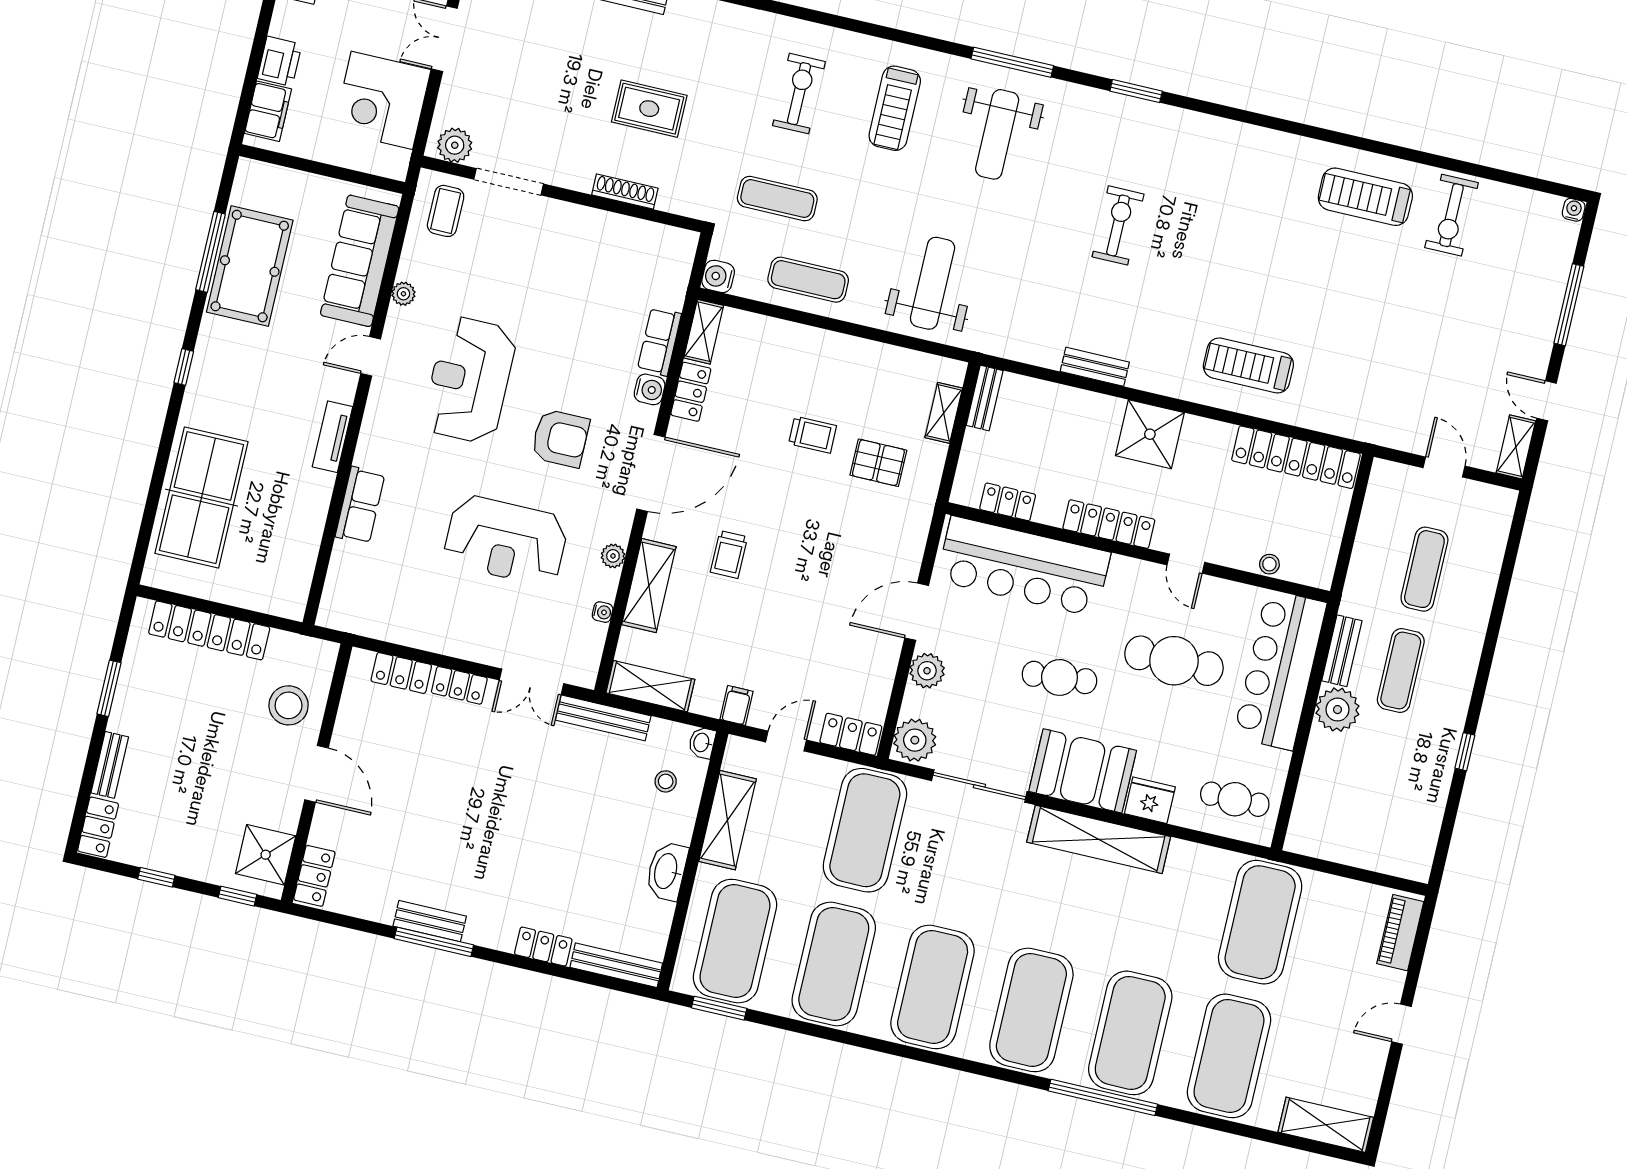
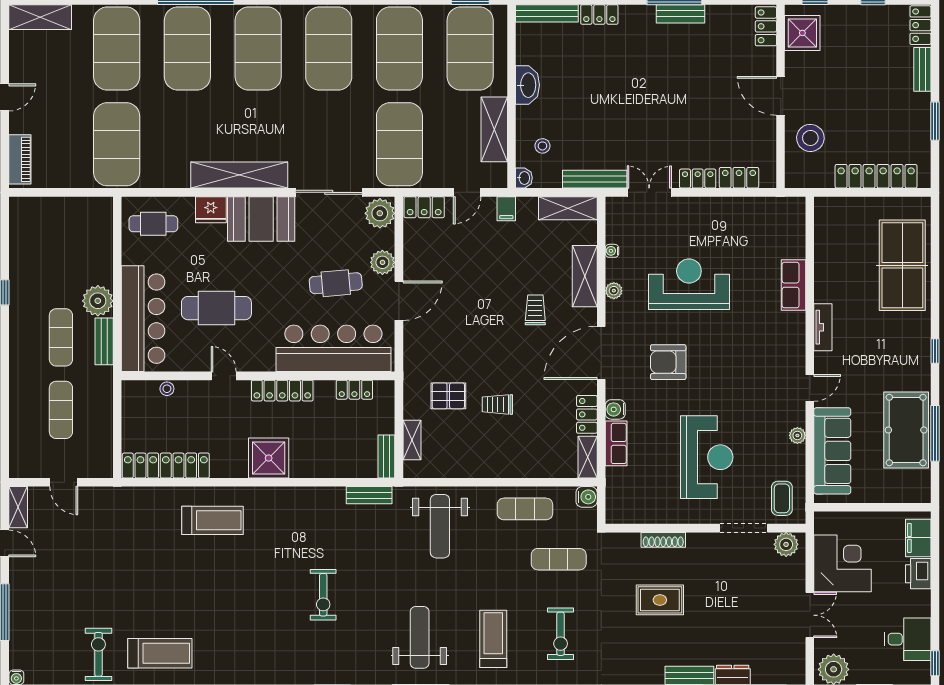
bench: (1095, 367) -> (369, 495), moved
reception desk: (470, 380) -> (707, 457), moved
cafe table: (1059, 677) -> (336, 283), moved

